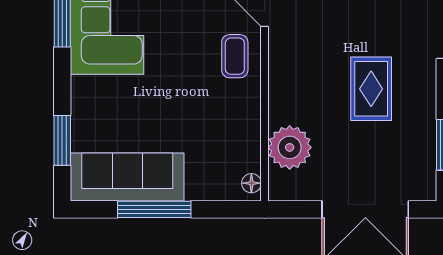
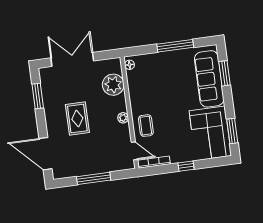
plant: (279, 78) -> (123, 118), added
sofa: (127, 177) -> (209, 79), moved, turned 90

